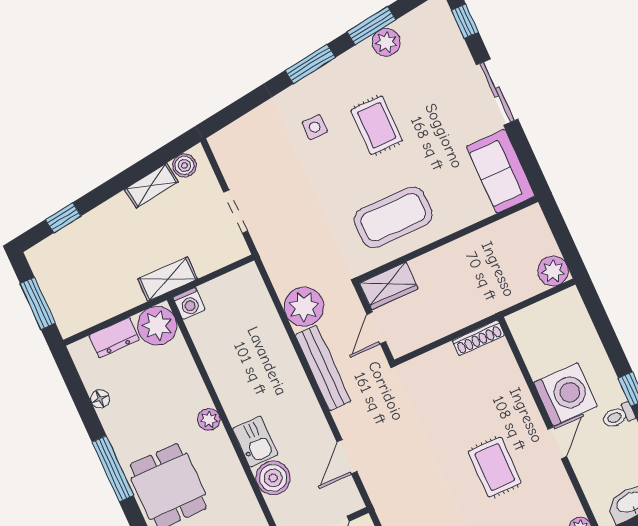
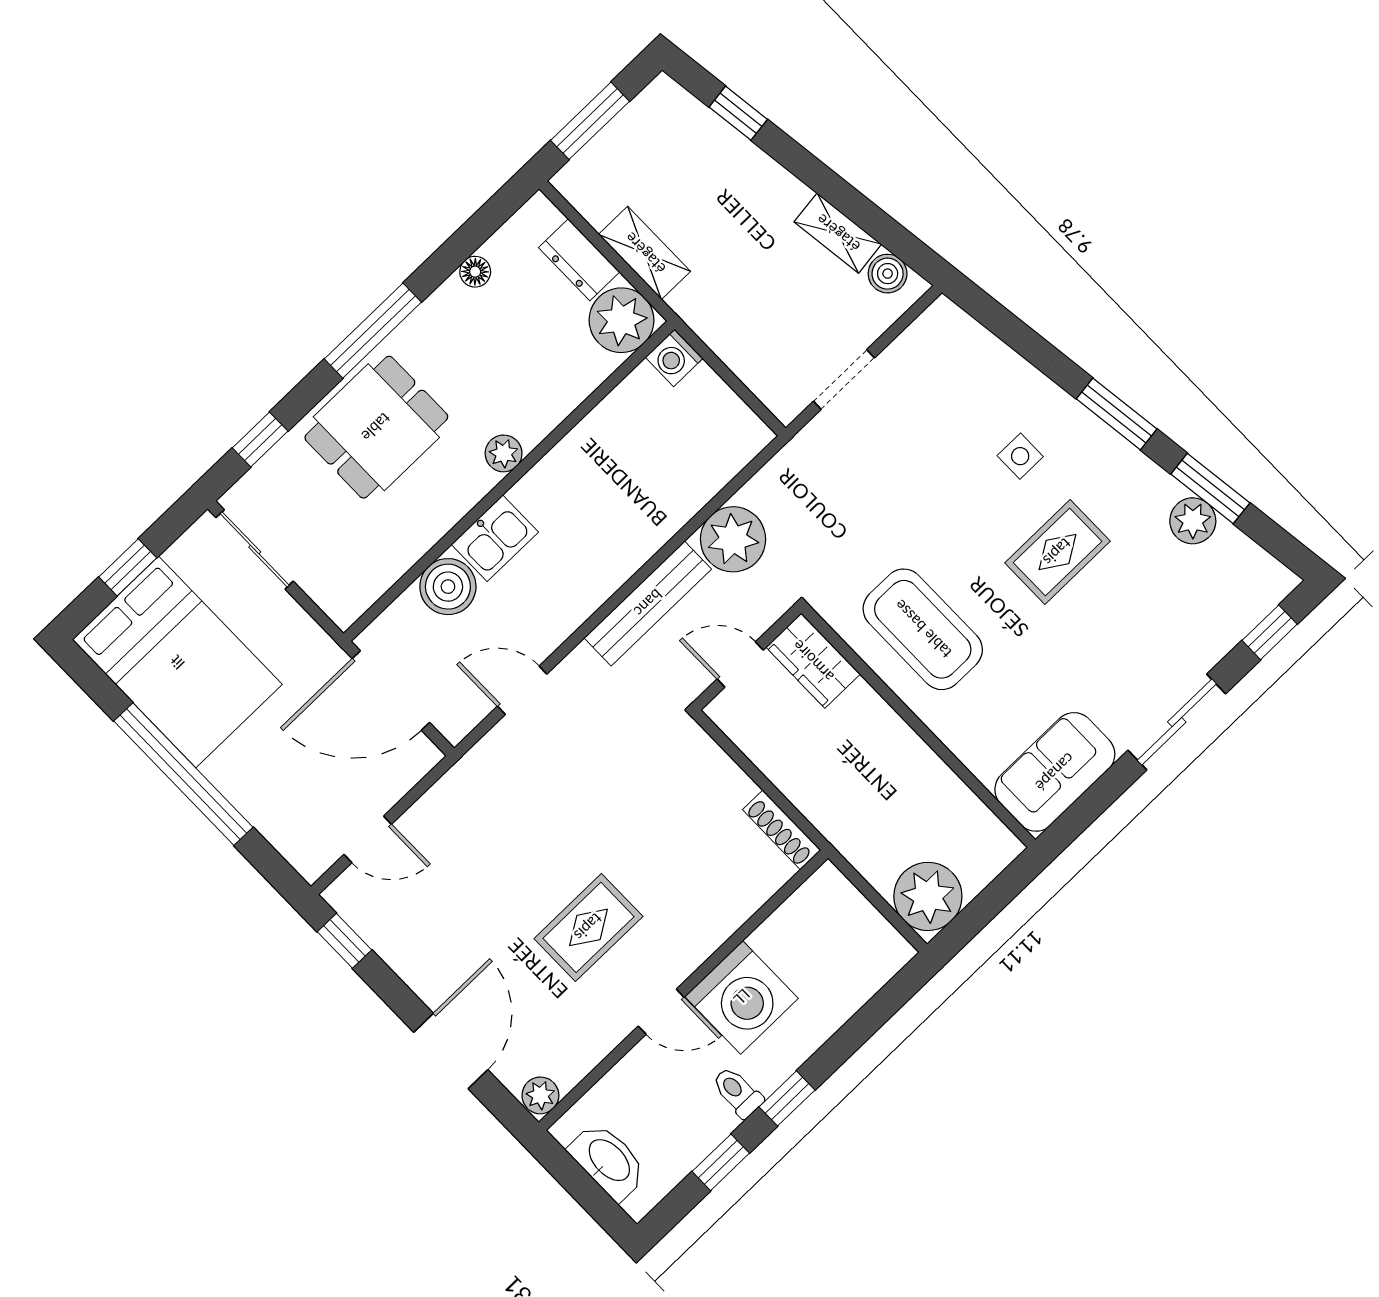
plant: (553, 271) -> (928, 896), width x1.36, depth x1.36
shelving: (168, 279) -> (645, 253), moved

